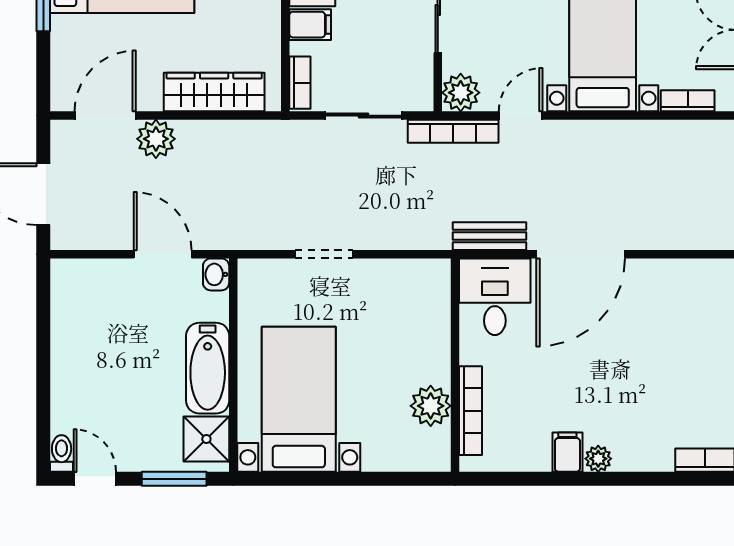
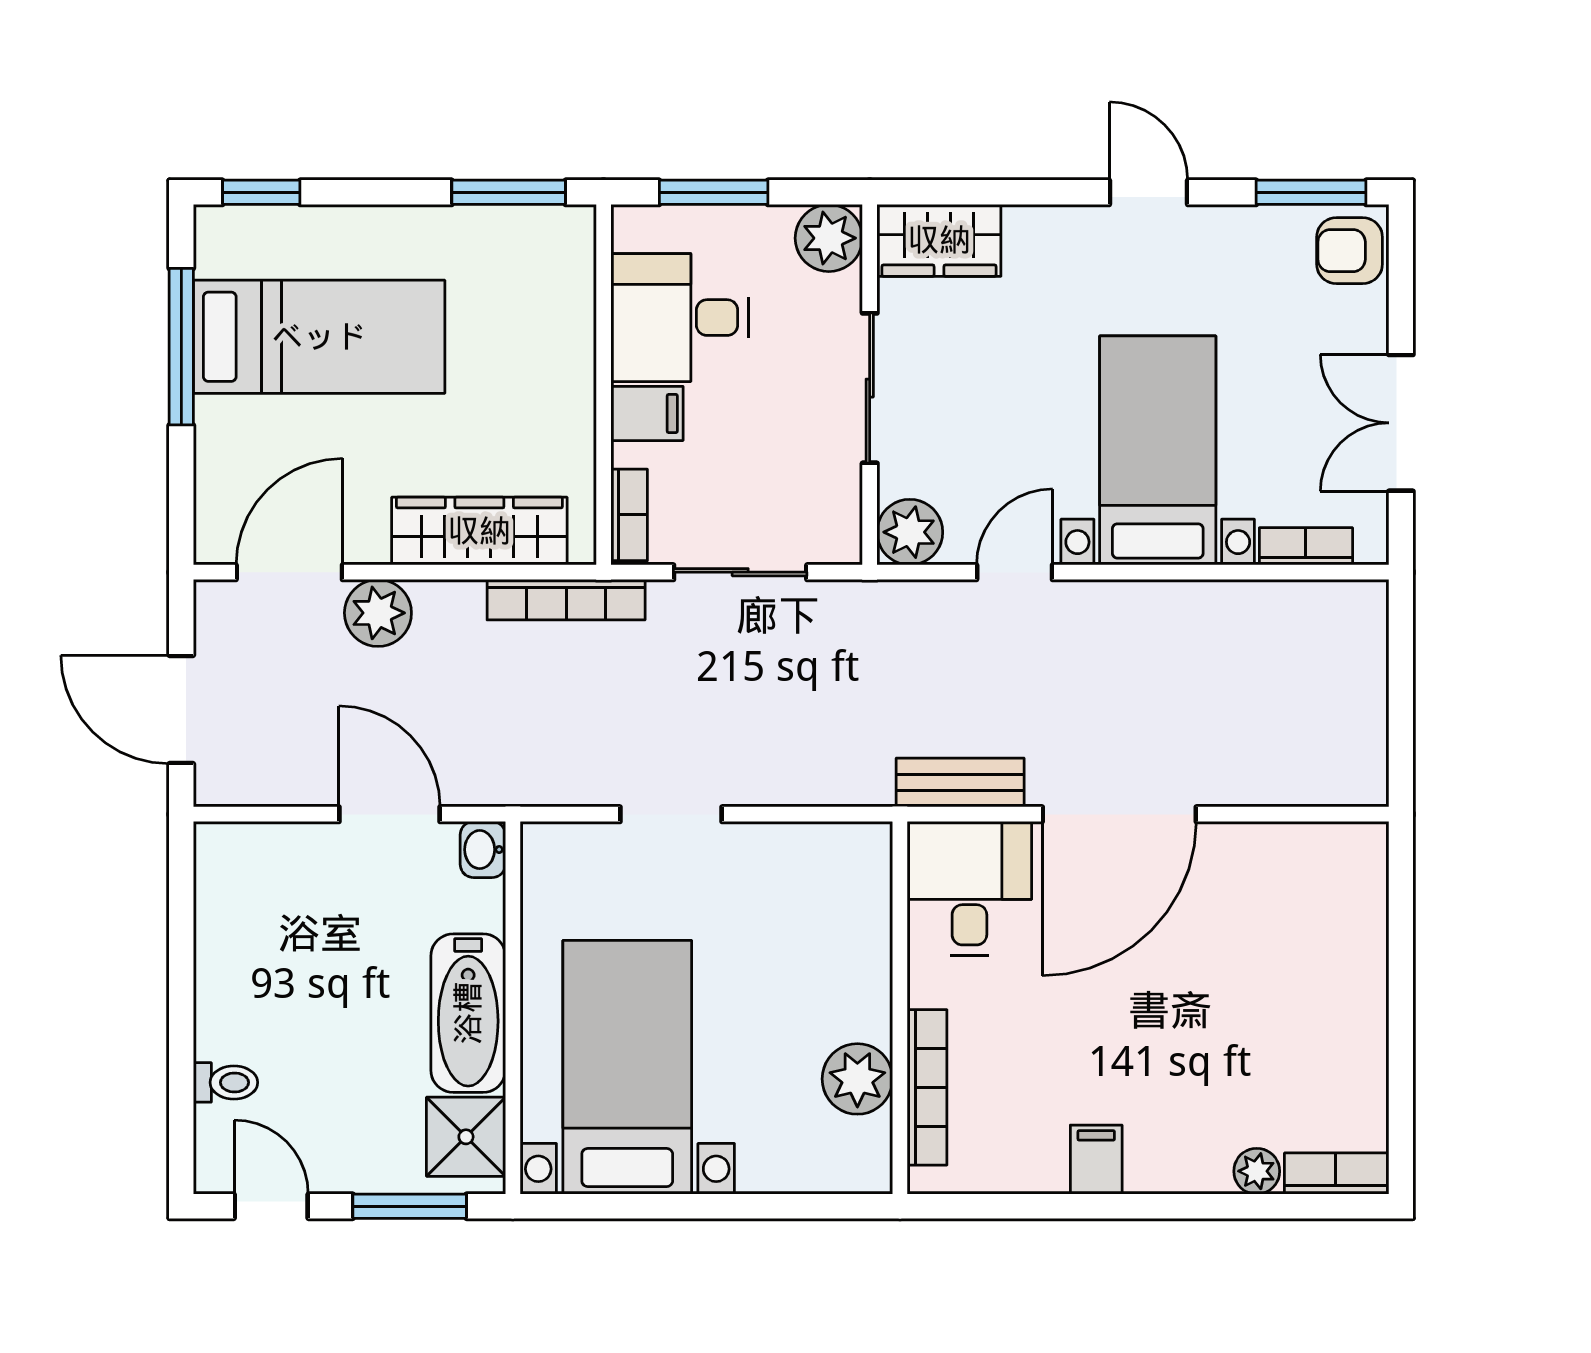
bookcase: (453, 131) -> (566, 600), moved
toilet: (62, 453) -> (226, 1082), moved, turned 90
plant: (598, 459) -> (1257, 1171), moved

